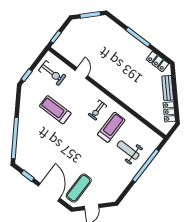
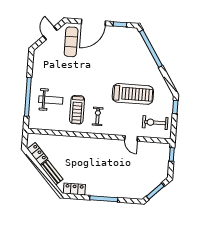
treadmill: (55, 110) -> (133, 94), width x1.37, depth x1.38
door: (49, 192) -> (93, 22), hinge flipped

